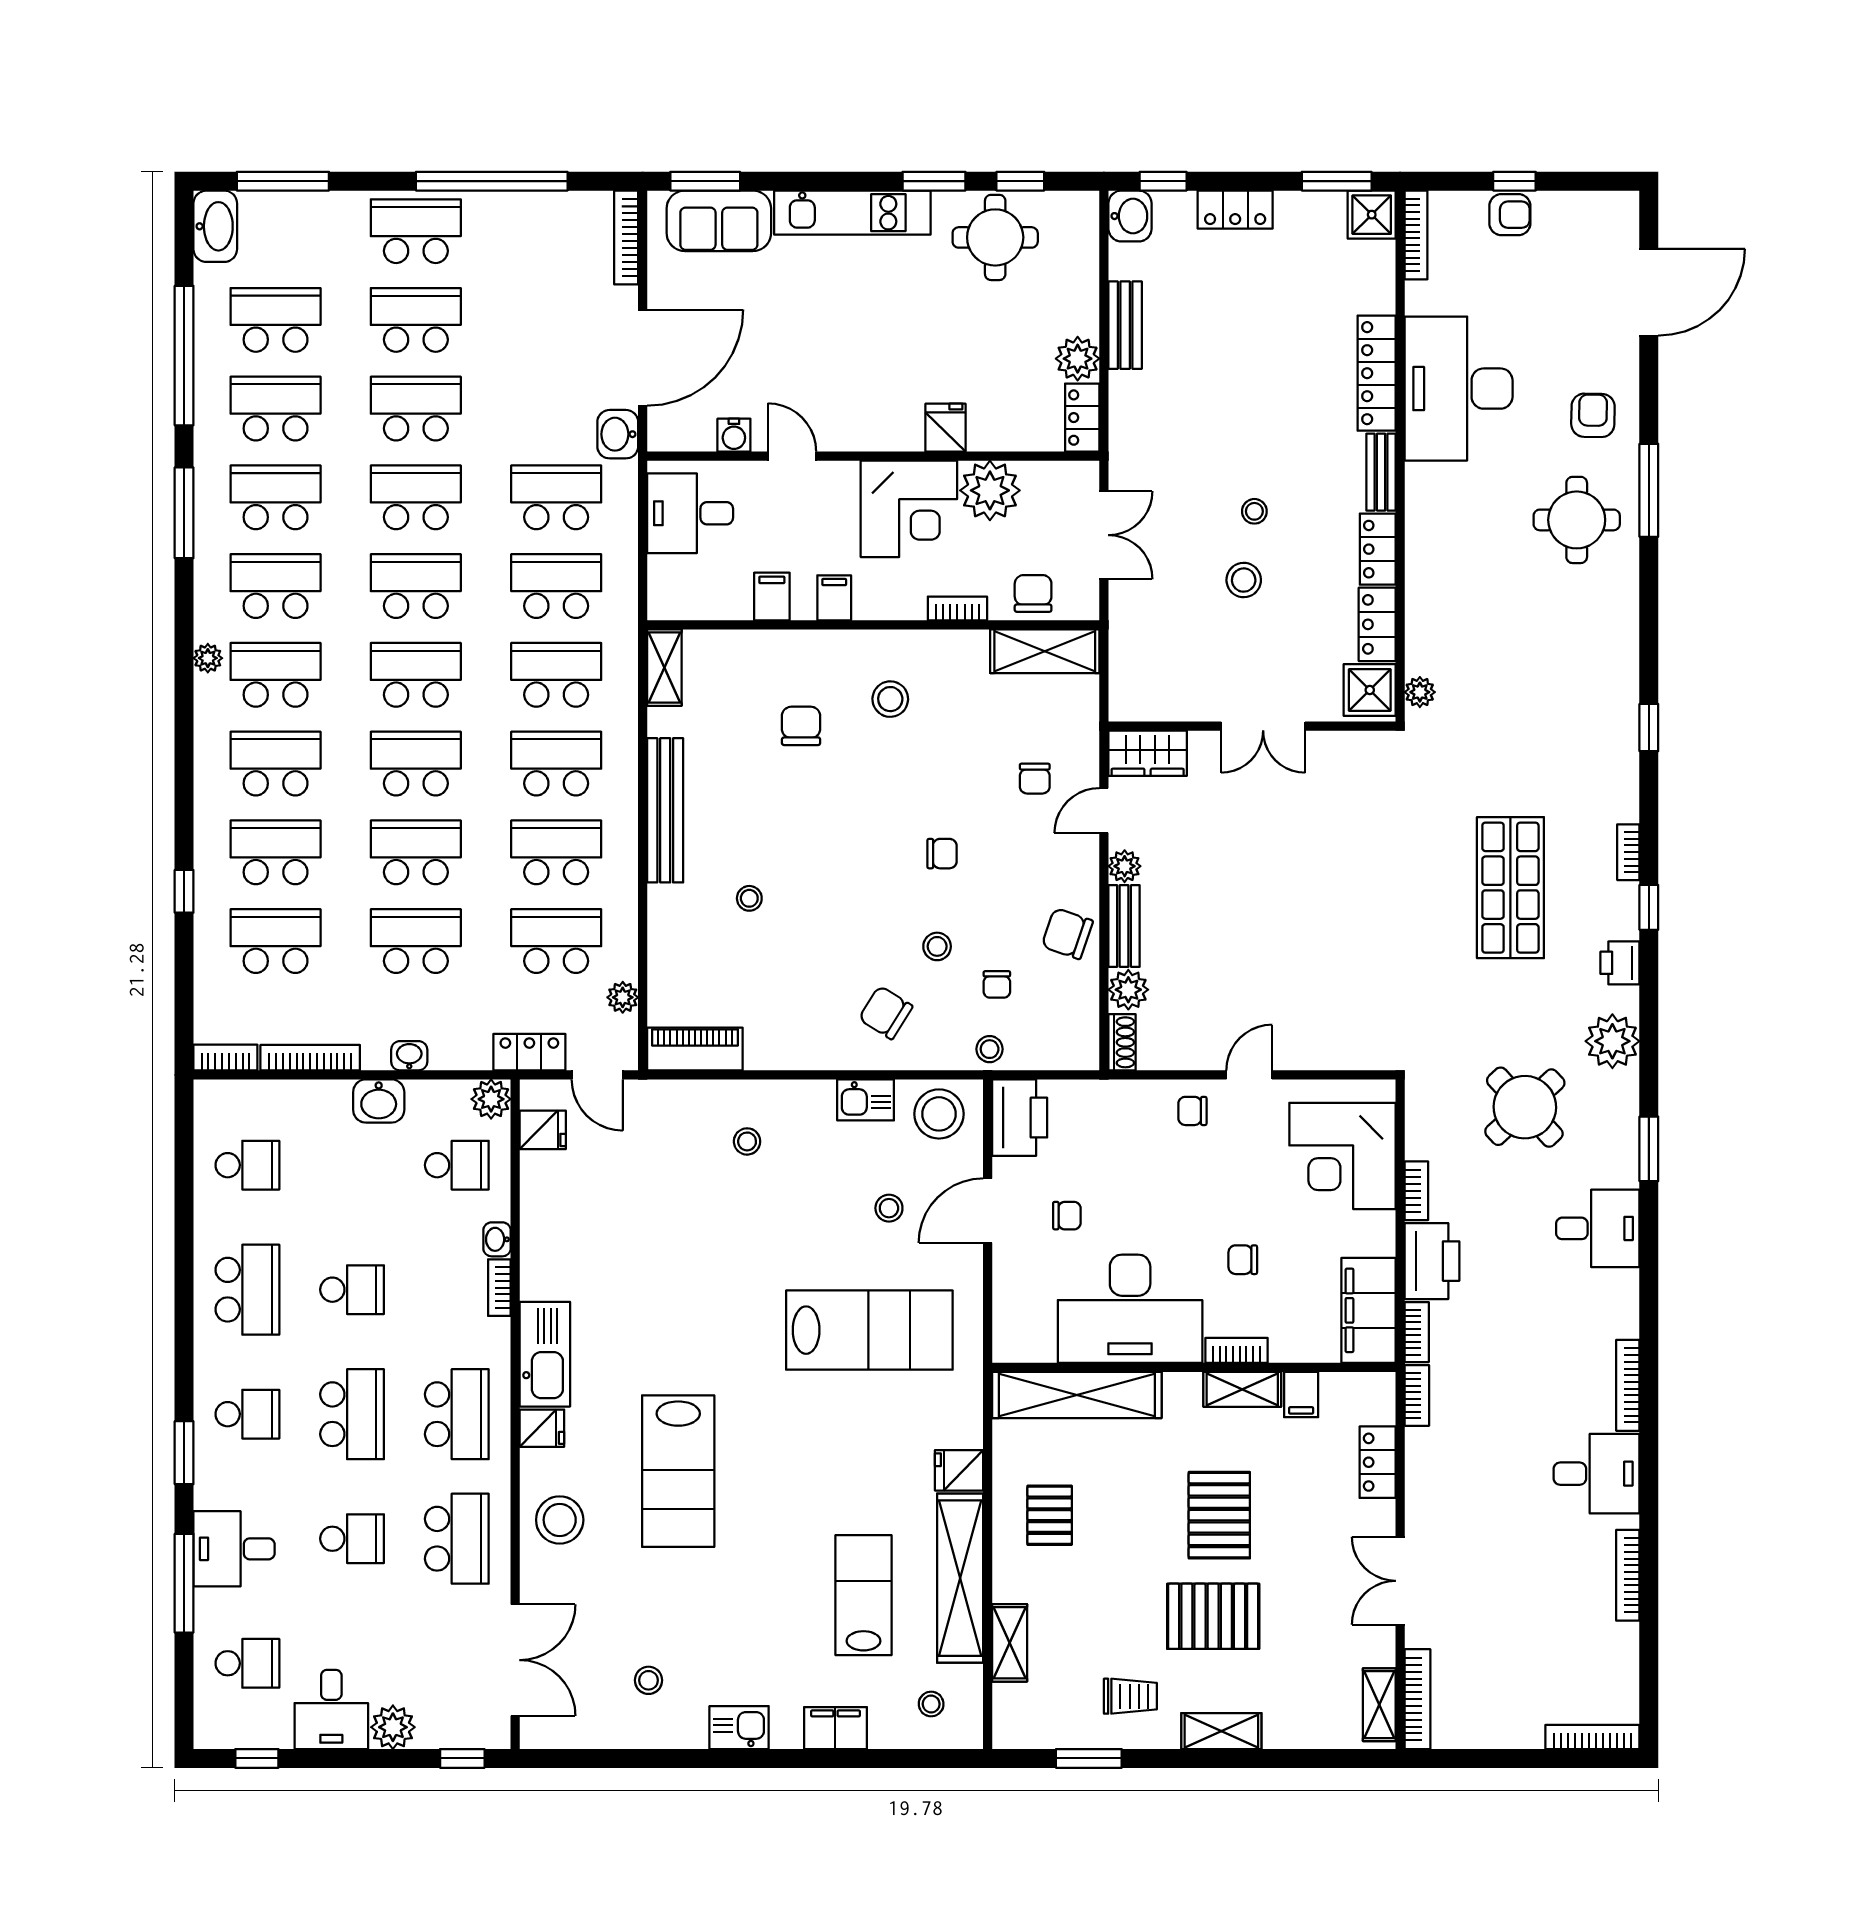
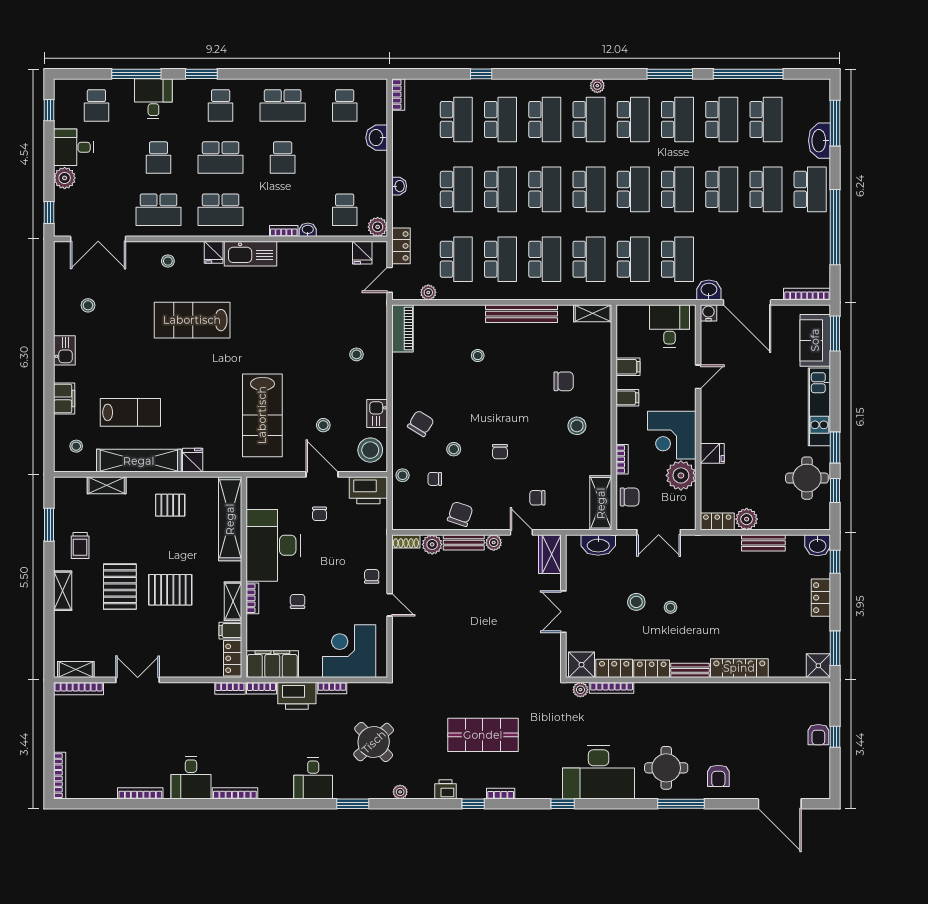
washbasin: (215, 226) -> (819, 141), moved, turned 90
bookcase: (1416, 235) -> (612, 688), moved
desk: (1459, 389) -> (599, 772), moved, turned 180
armchair: (1593, 415) -> (718, 776), turned 89
water cooler: (734, 435) -> (708, 313), moved, turned 90
washbasin: (1129, 656) -> (598, 545), added
plant: (1612, 1041) -> (400, 792), width x0.53, depth x0.53
bookcase: (310, 1058) -> (398, 137), removed
washbasin: (379, 1101) -> (377, 138), moved
locker: (1378, 1462) -> (233, 658), moved, turned -90
stool: (560, 1520) -> (168, 261), width x0.53, depth x0.53

